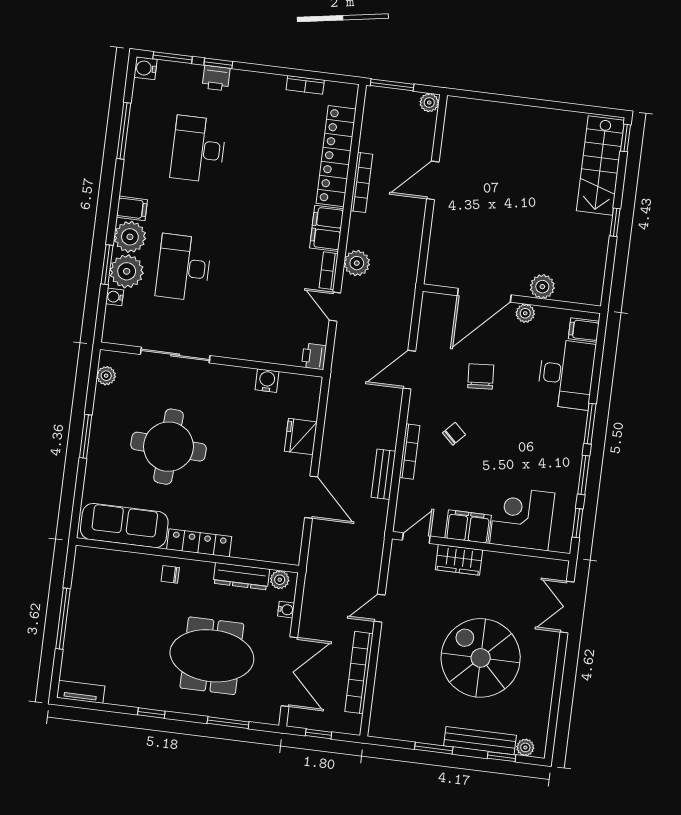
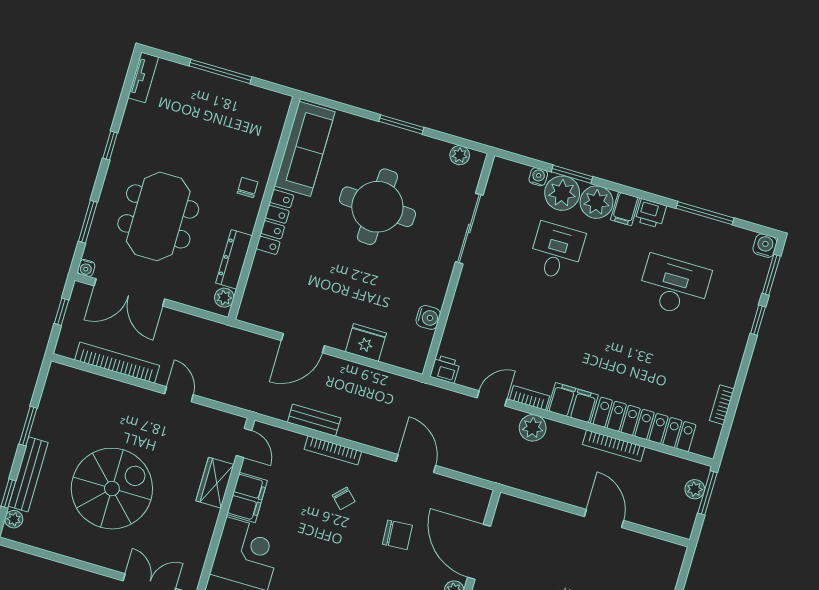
printer: (216, 78) -> (651, 213), moved, turned -90
plant: (429, 103) -> (695, 489), moved
desk: (184, 268) -> (557, 251), width x0.73
water cooler: (286, 610) -> (86, 268), moved

